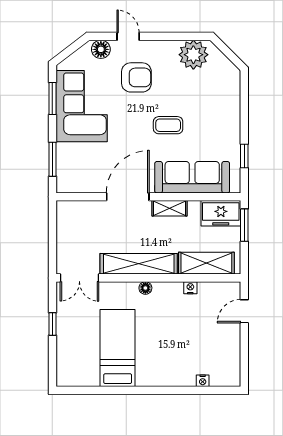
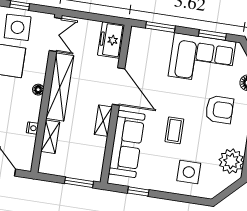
armchair: (136, 77) -> (219, 109), turned -90
side table: (213, 101) -> (189, 172), added
freezer: (221, 213) -> (111, 40), moved
shelving: (206, 263) -> (50, 137), width x0.67, depth x0.75
double door: (79, 278) -> (55, 35), swing flipped
side table: (78, 323) -> (18, 27), added

